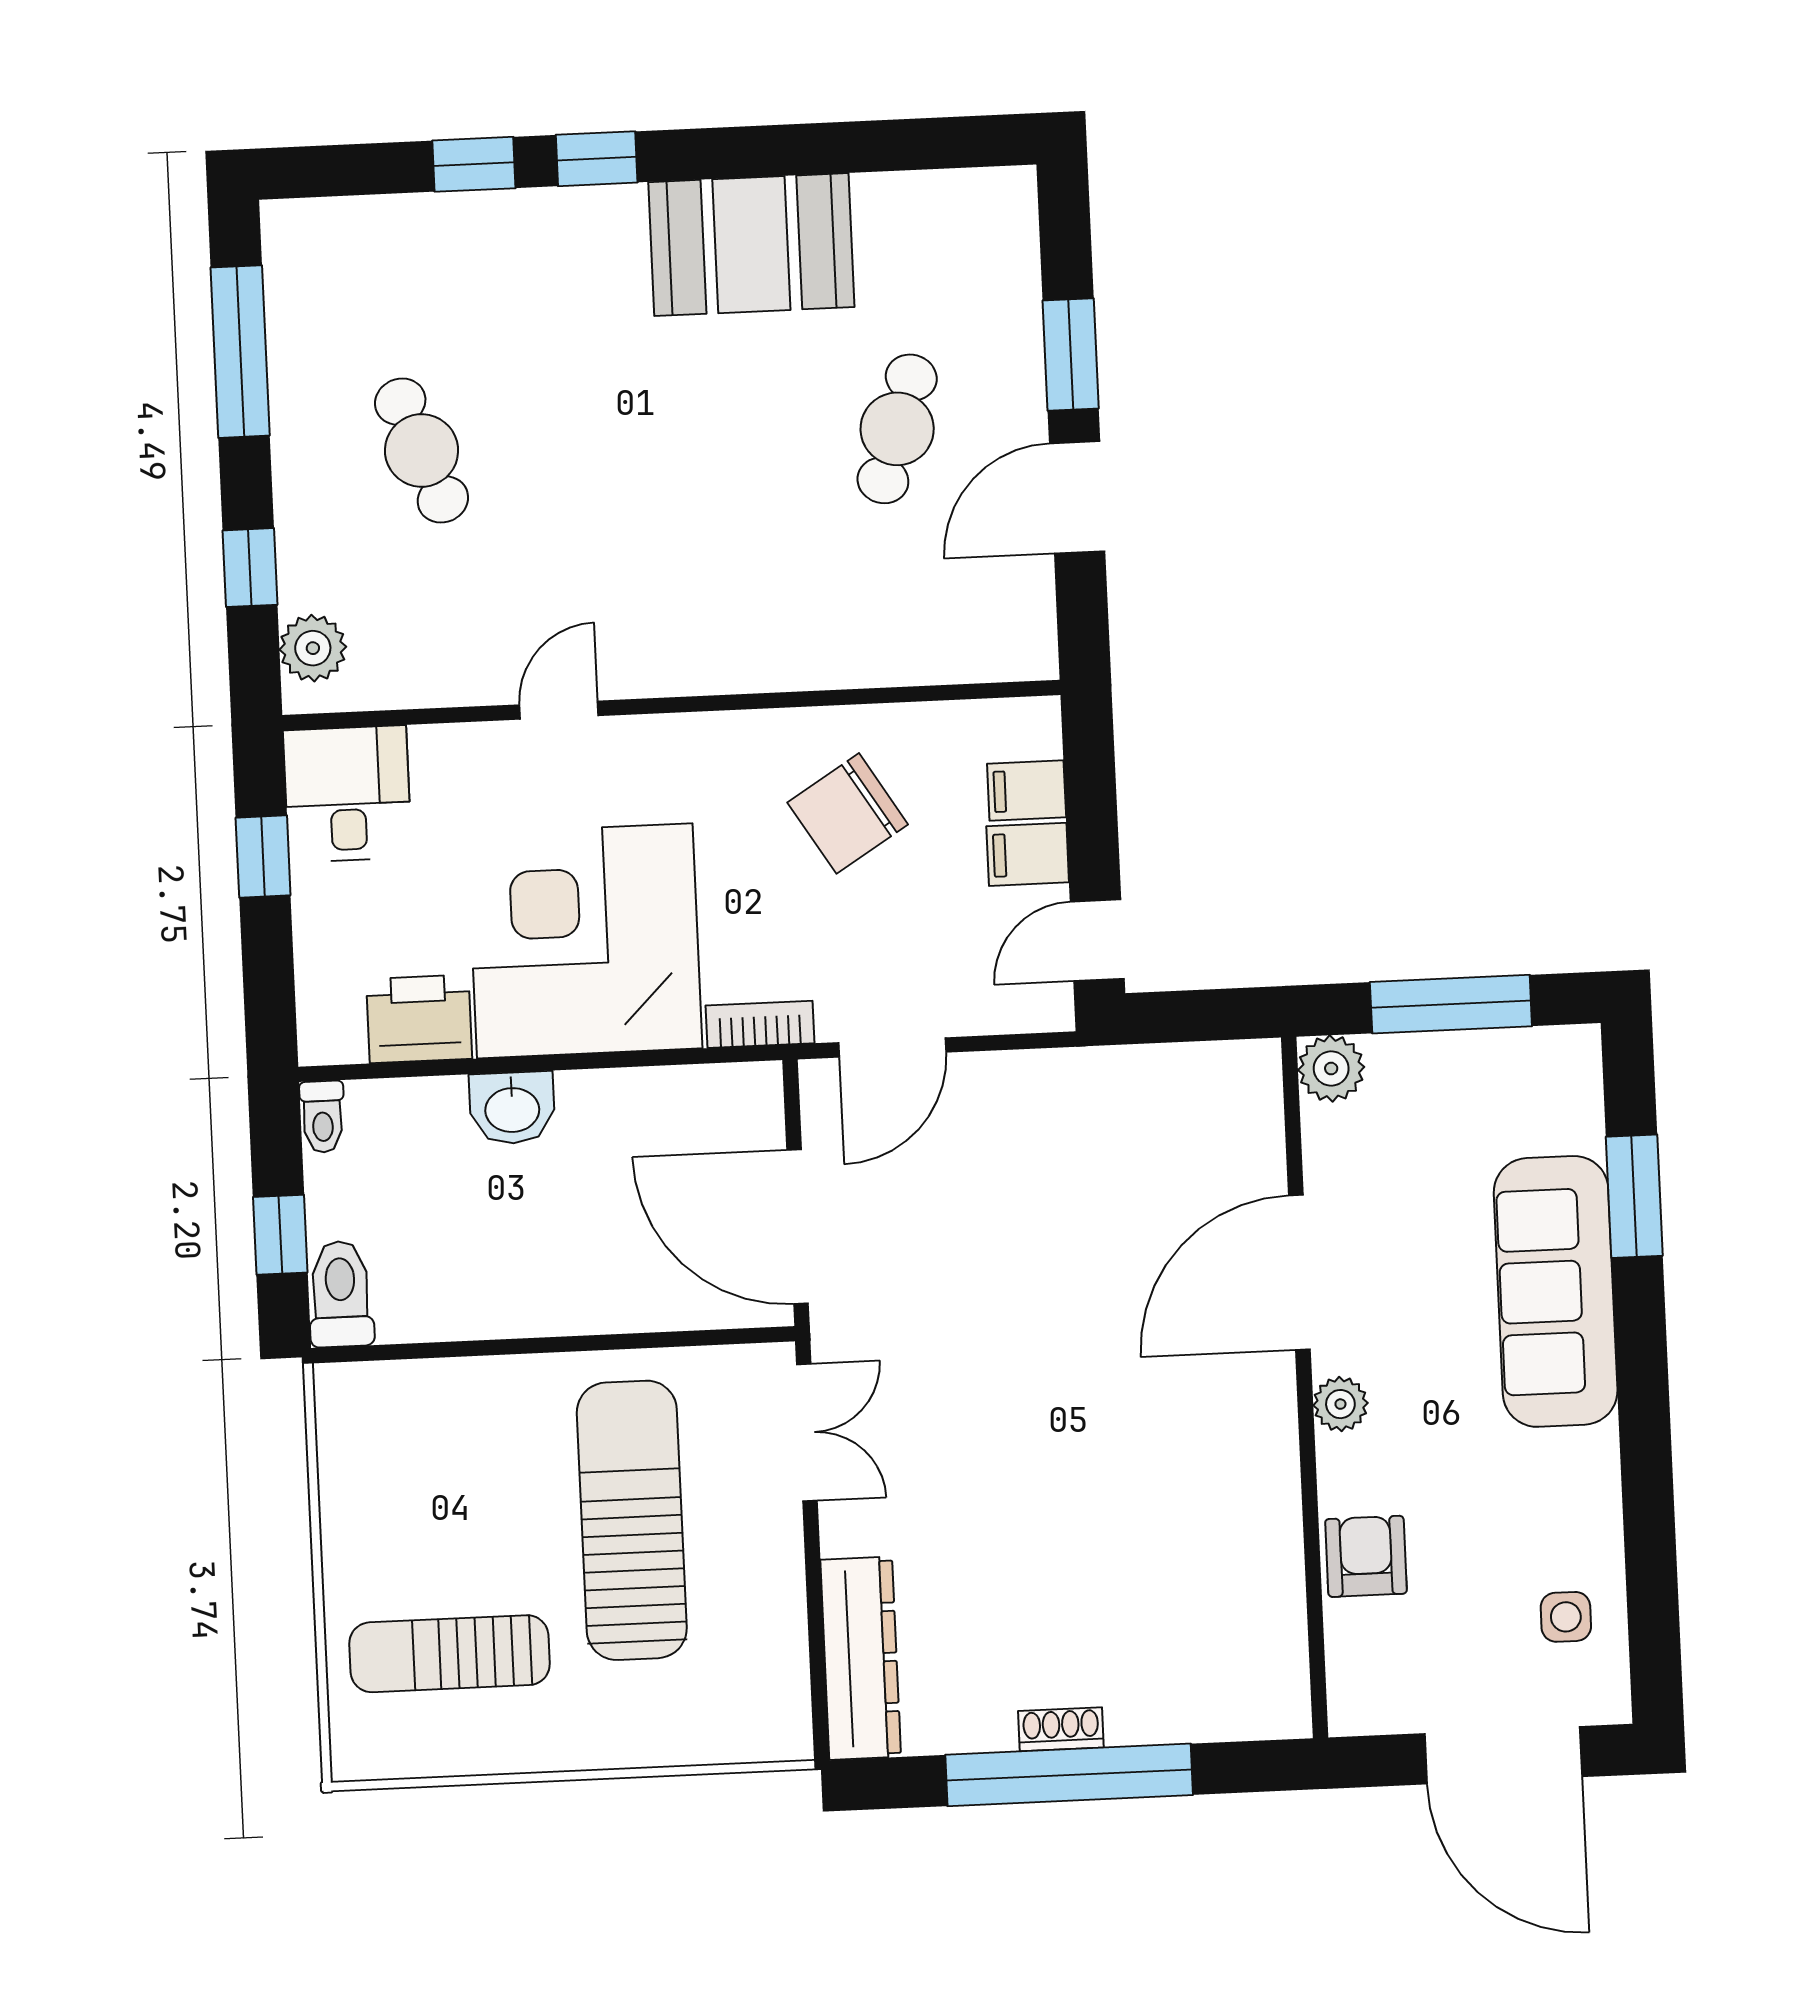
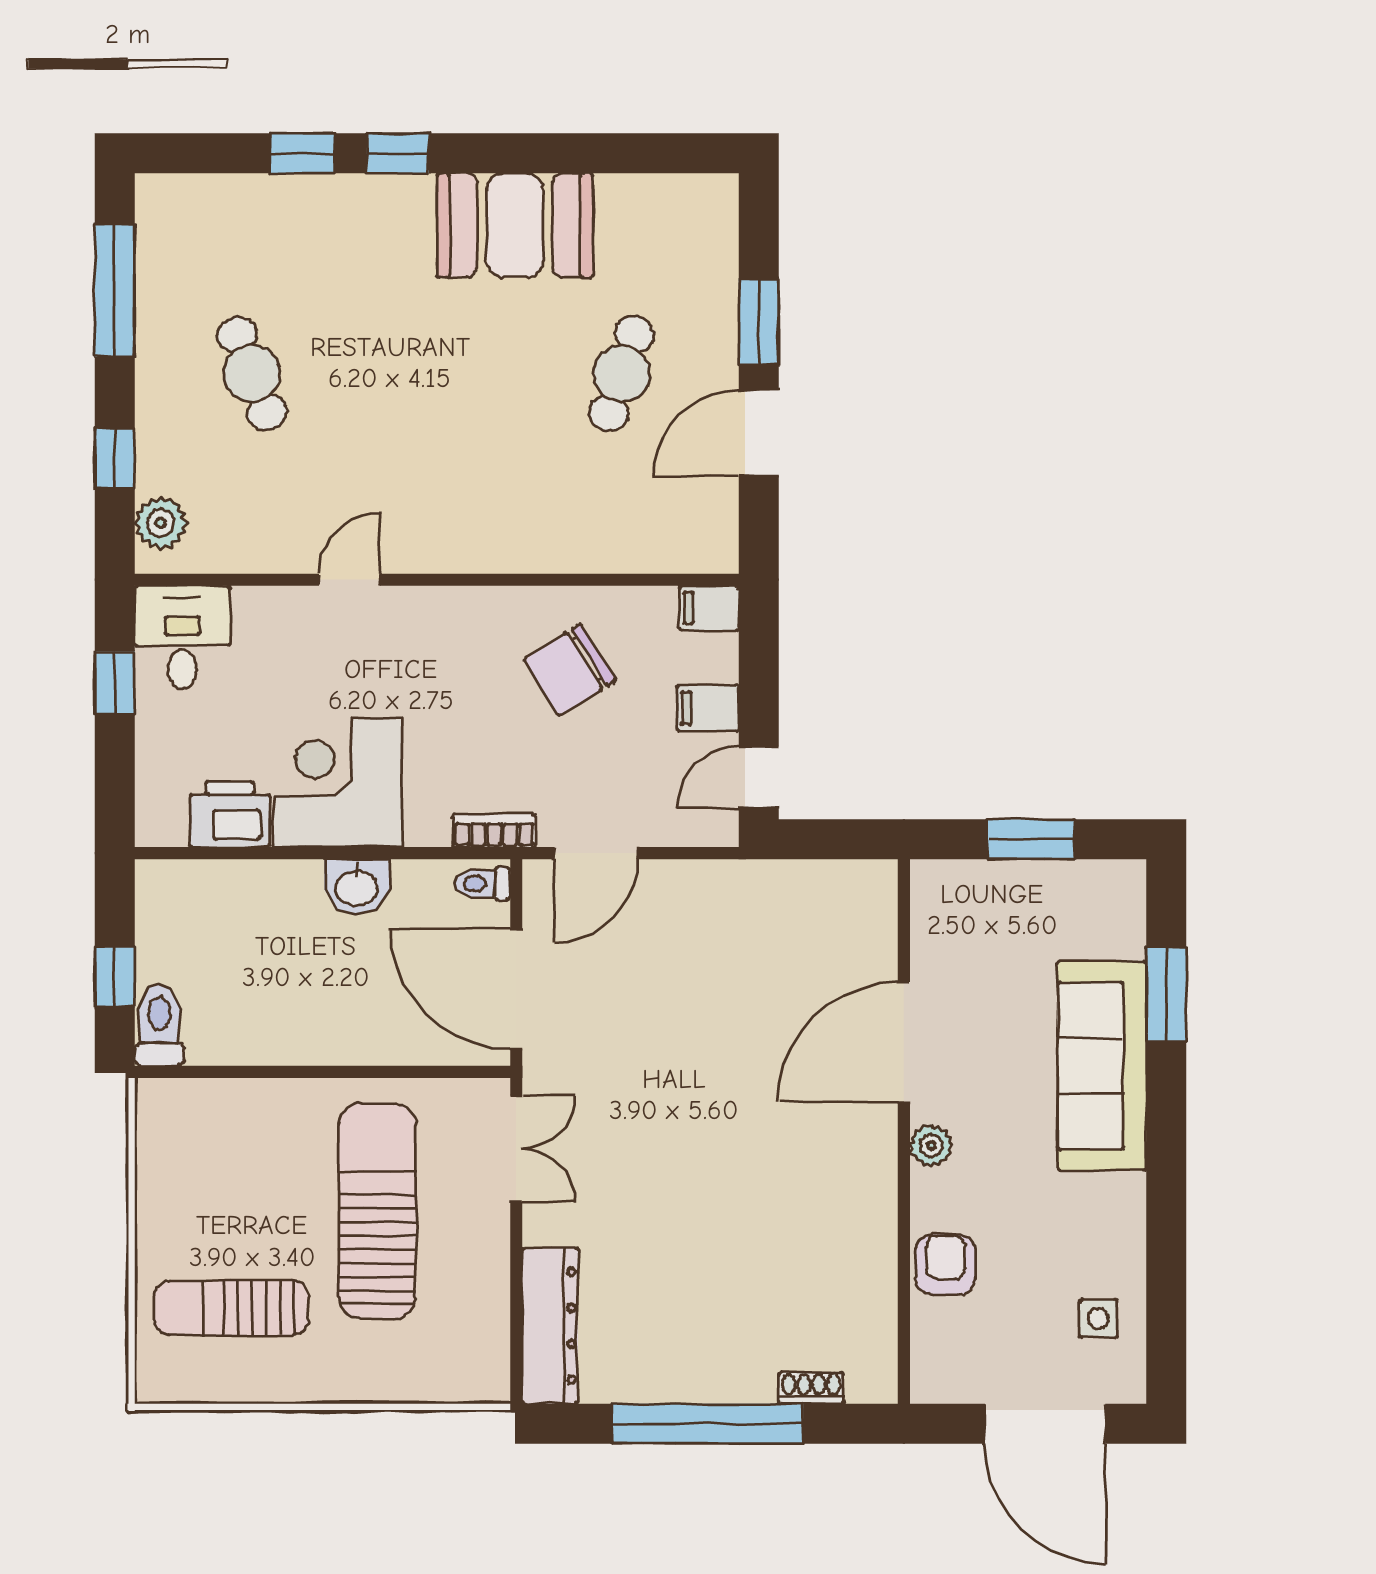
filing cabinet: (1027, 790) -> (709, 608), moved
corner desk: (585, 941) -> (338, 783), width x0.74, depth x0.74
window: (1451, 1004) -> (1031, 839), width x0.69
plant: (1331, 1069) -> (936, 885), removed
washbasin: (512, 1108) -> (357, 887), moved
toilet: (322, 1117) -> (483, 884), moved, turned 90
shoe rack: (1061, 1729) -> (811, 1388), moved

